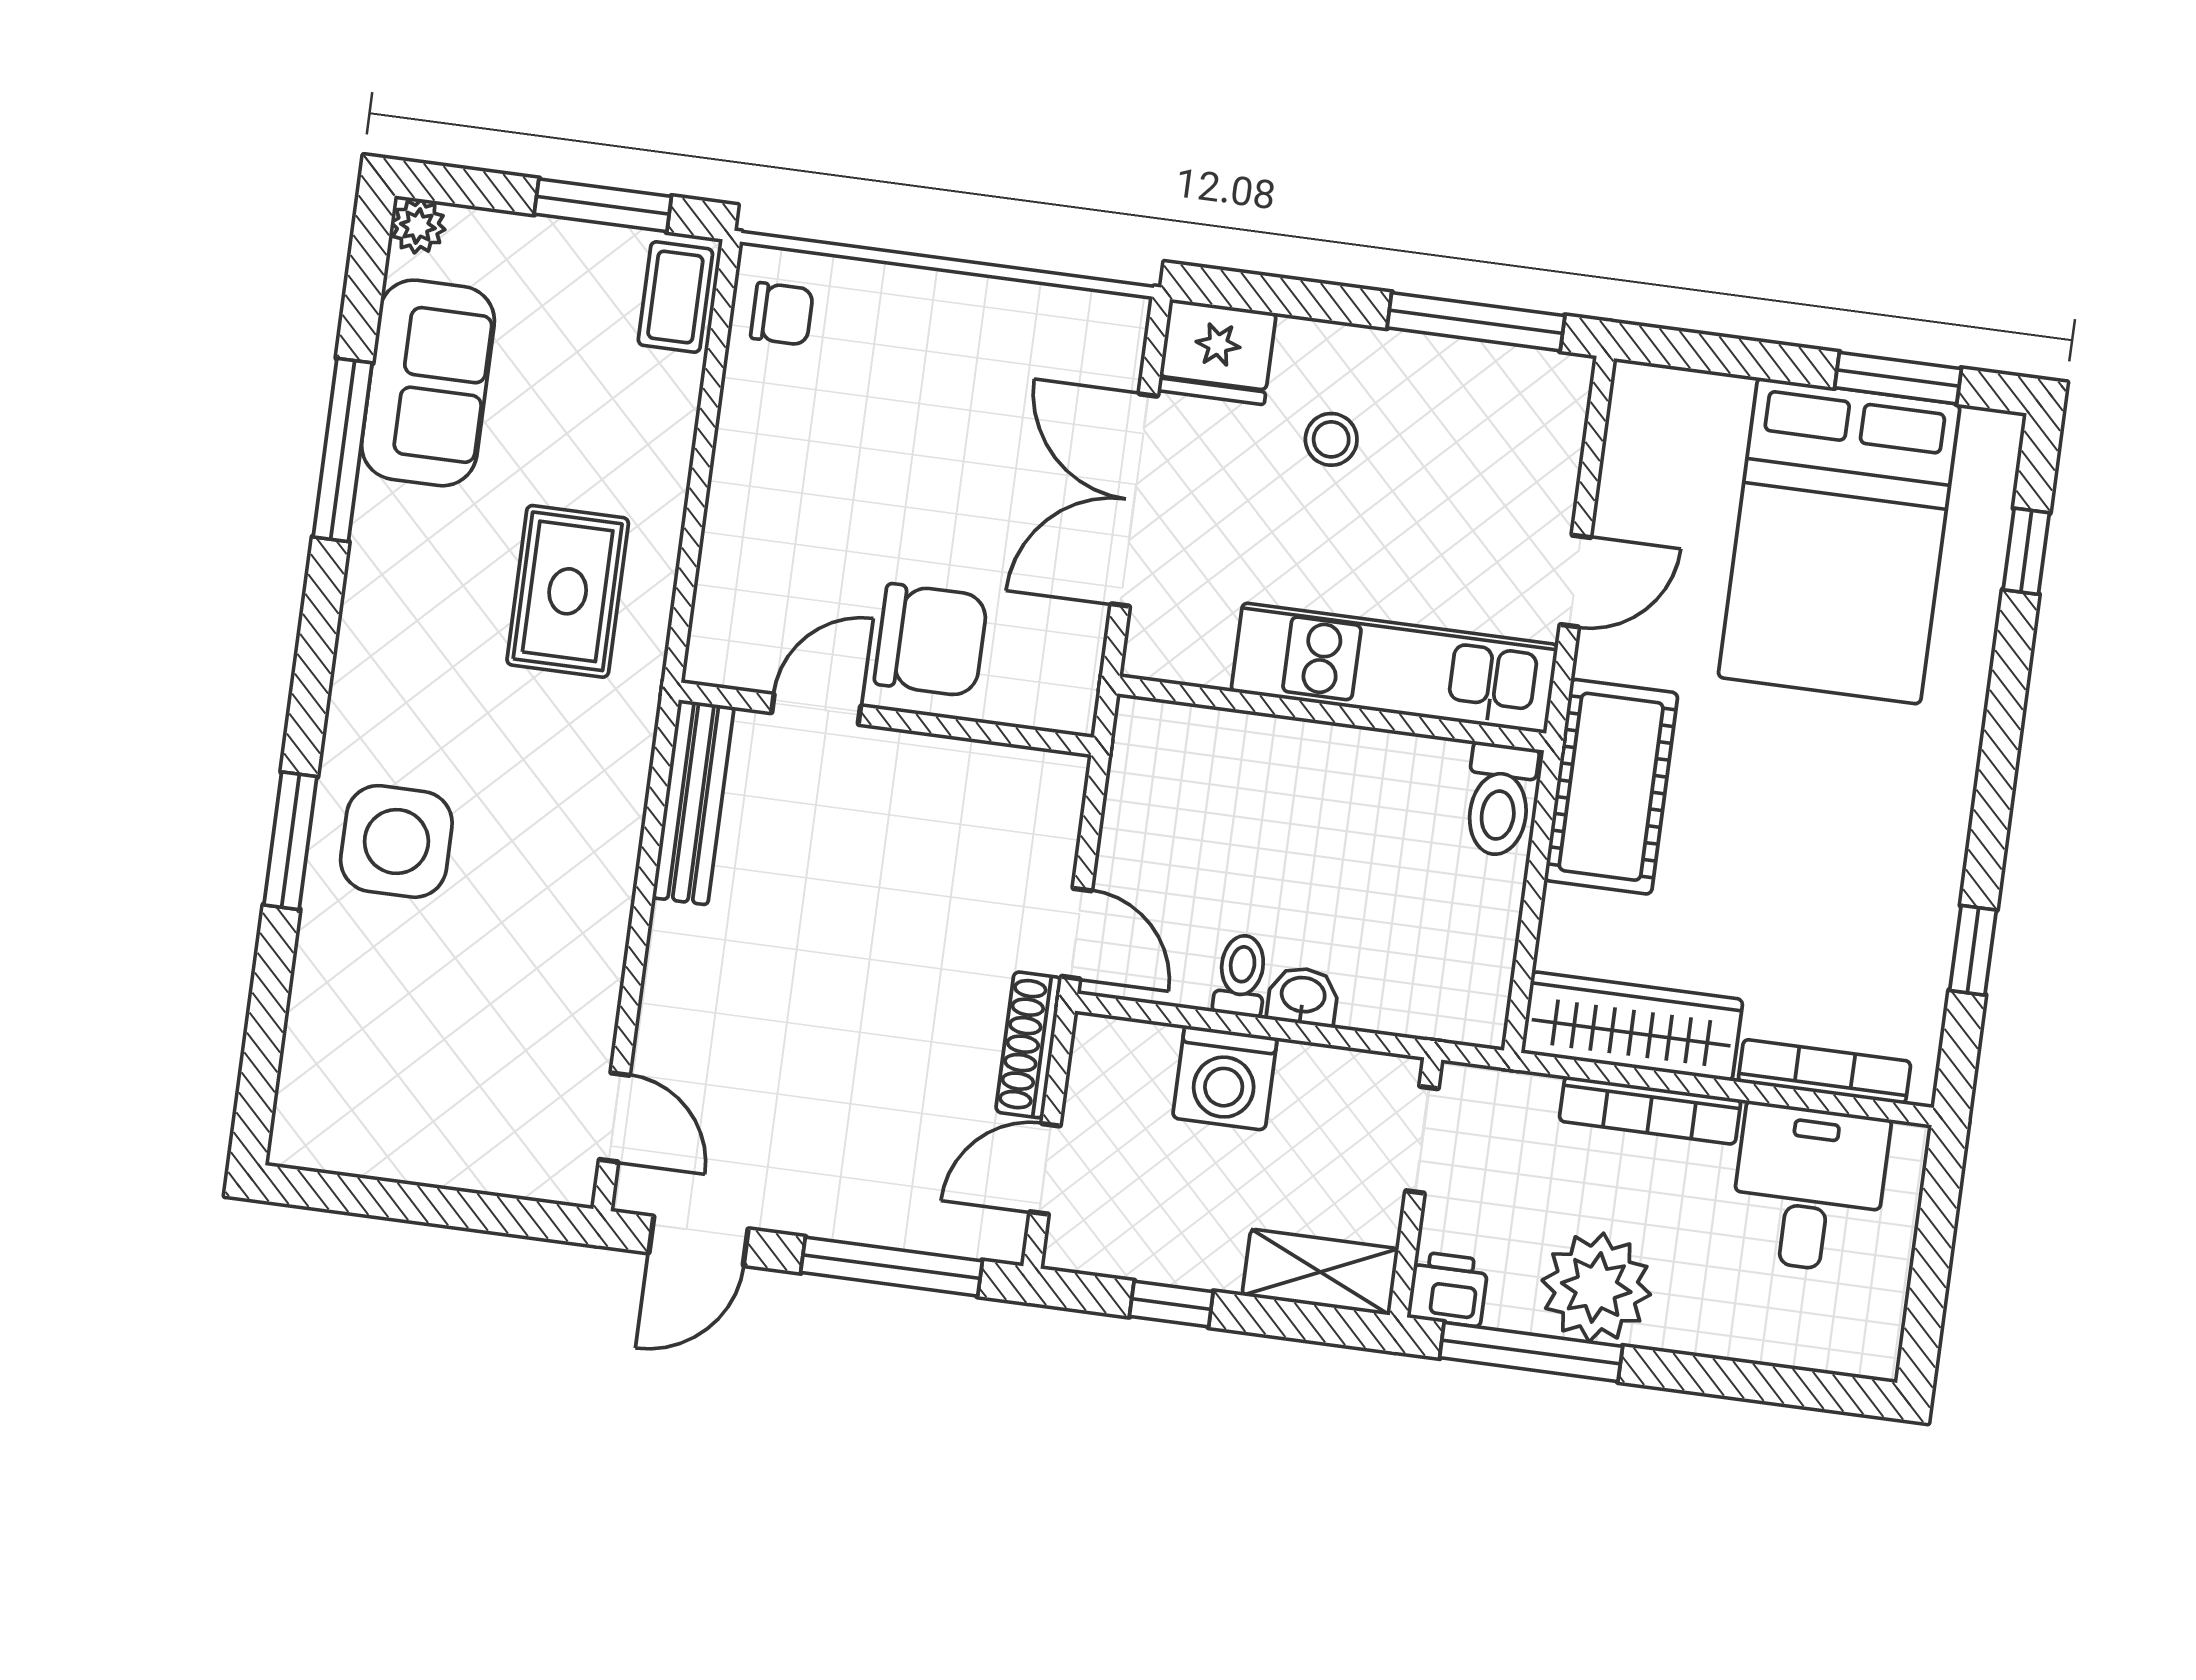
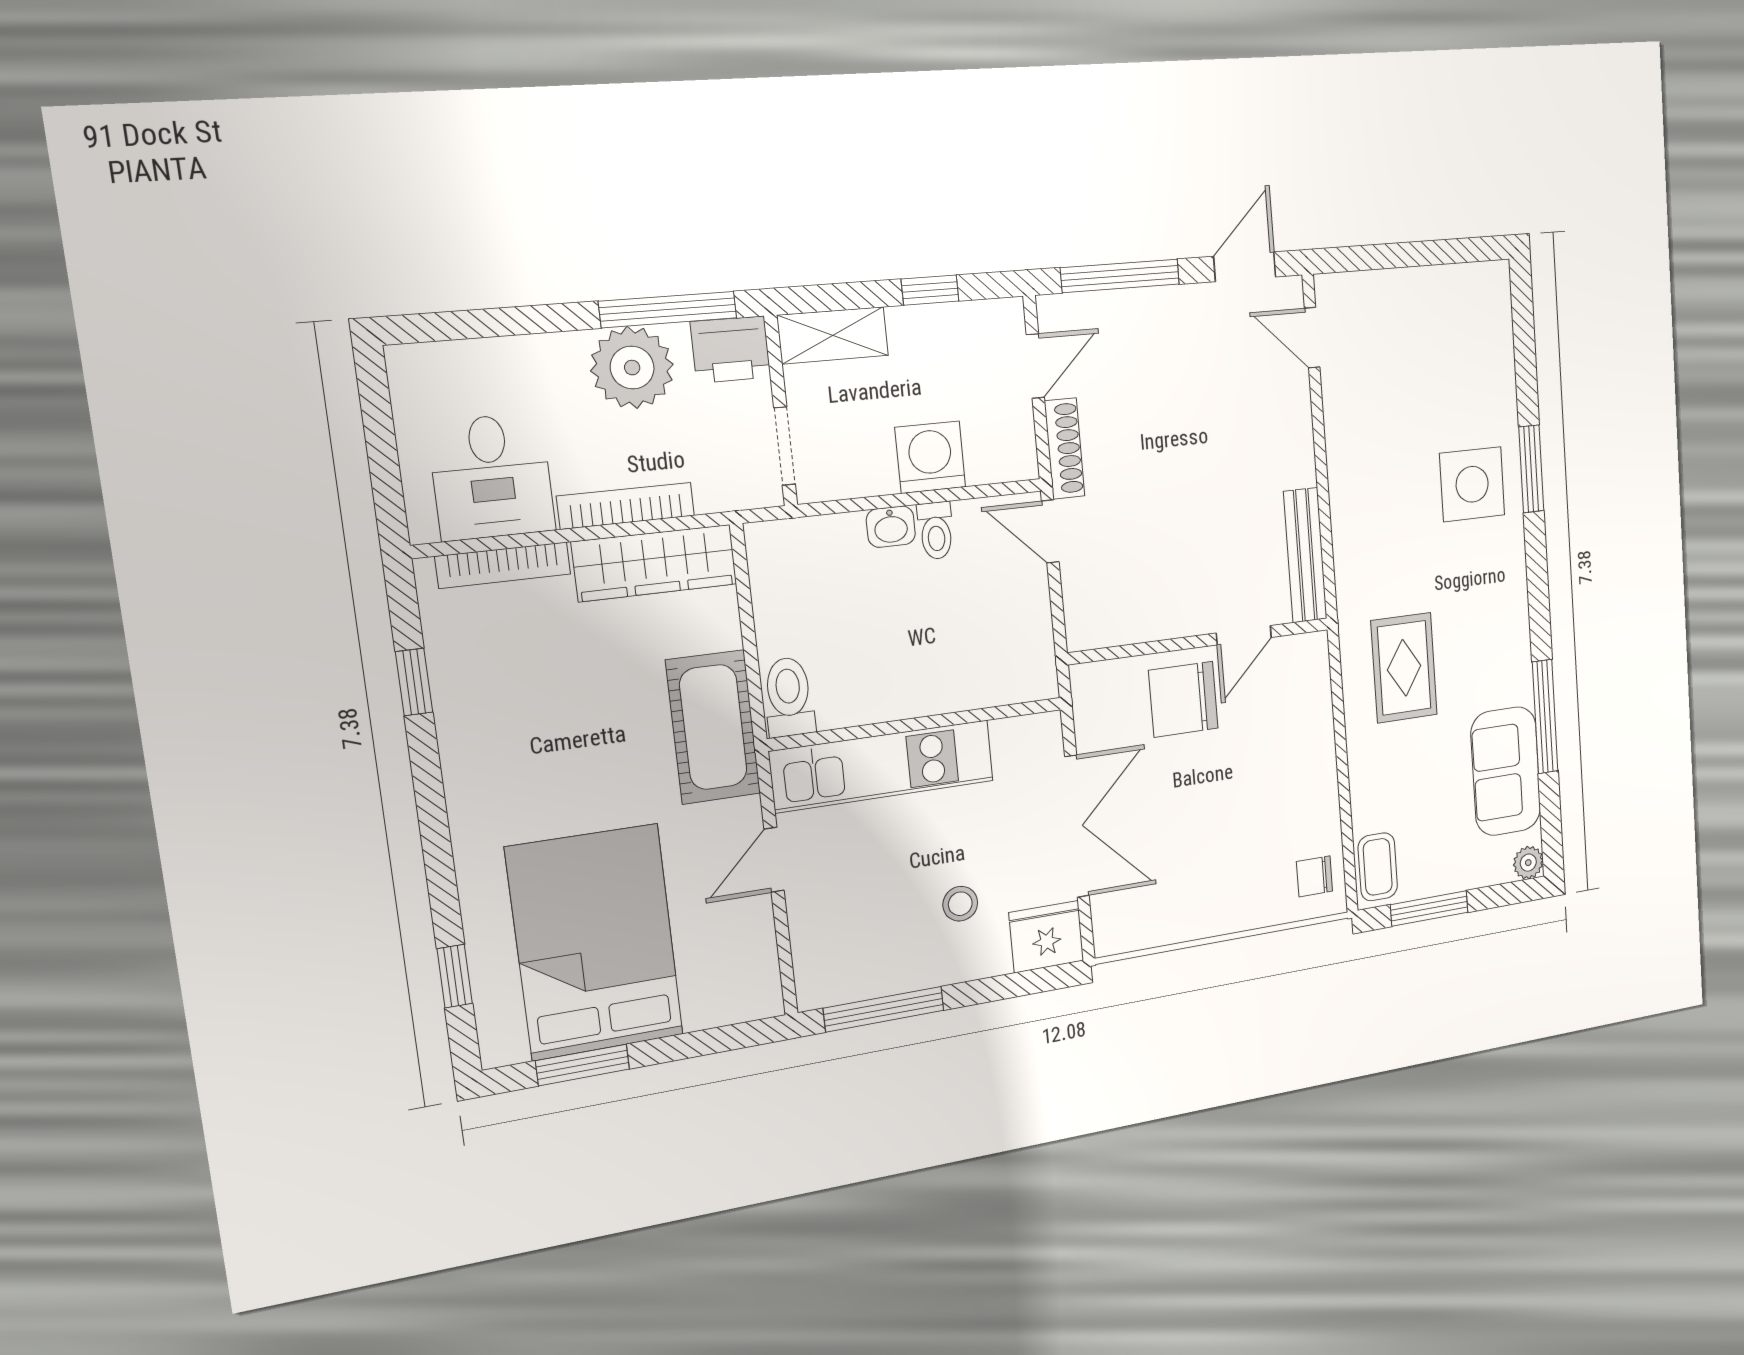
printer: (1448, 1289) -> (731, 350), width x1.36, depth x1.24

